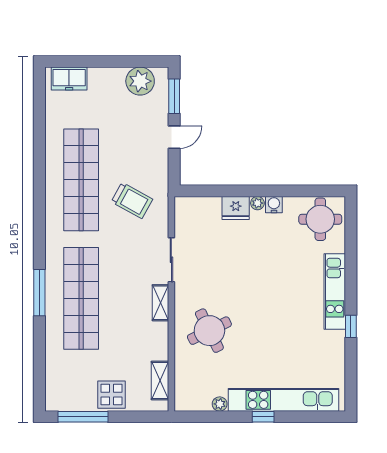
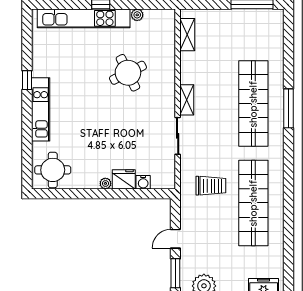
trolley: (132, 200) -> (211, 186), turned 151
water cooler: (274, 205) -> (143, 182), moved
round table: (209, 331) -> (128, 73), moved
display table: (111, 395) -> (228, 23), removed

